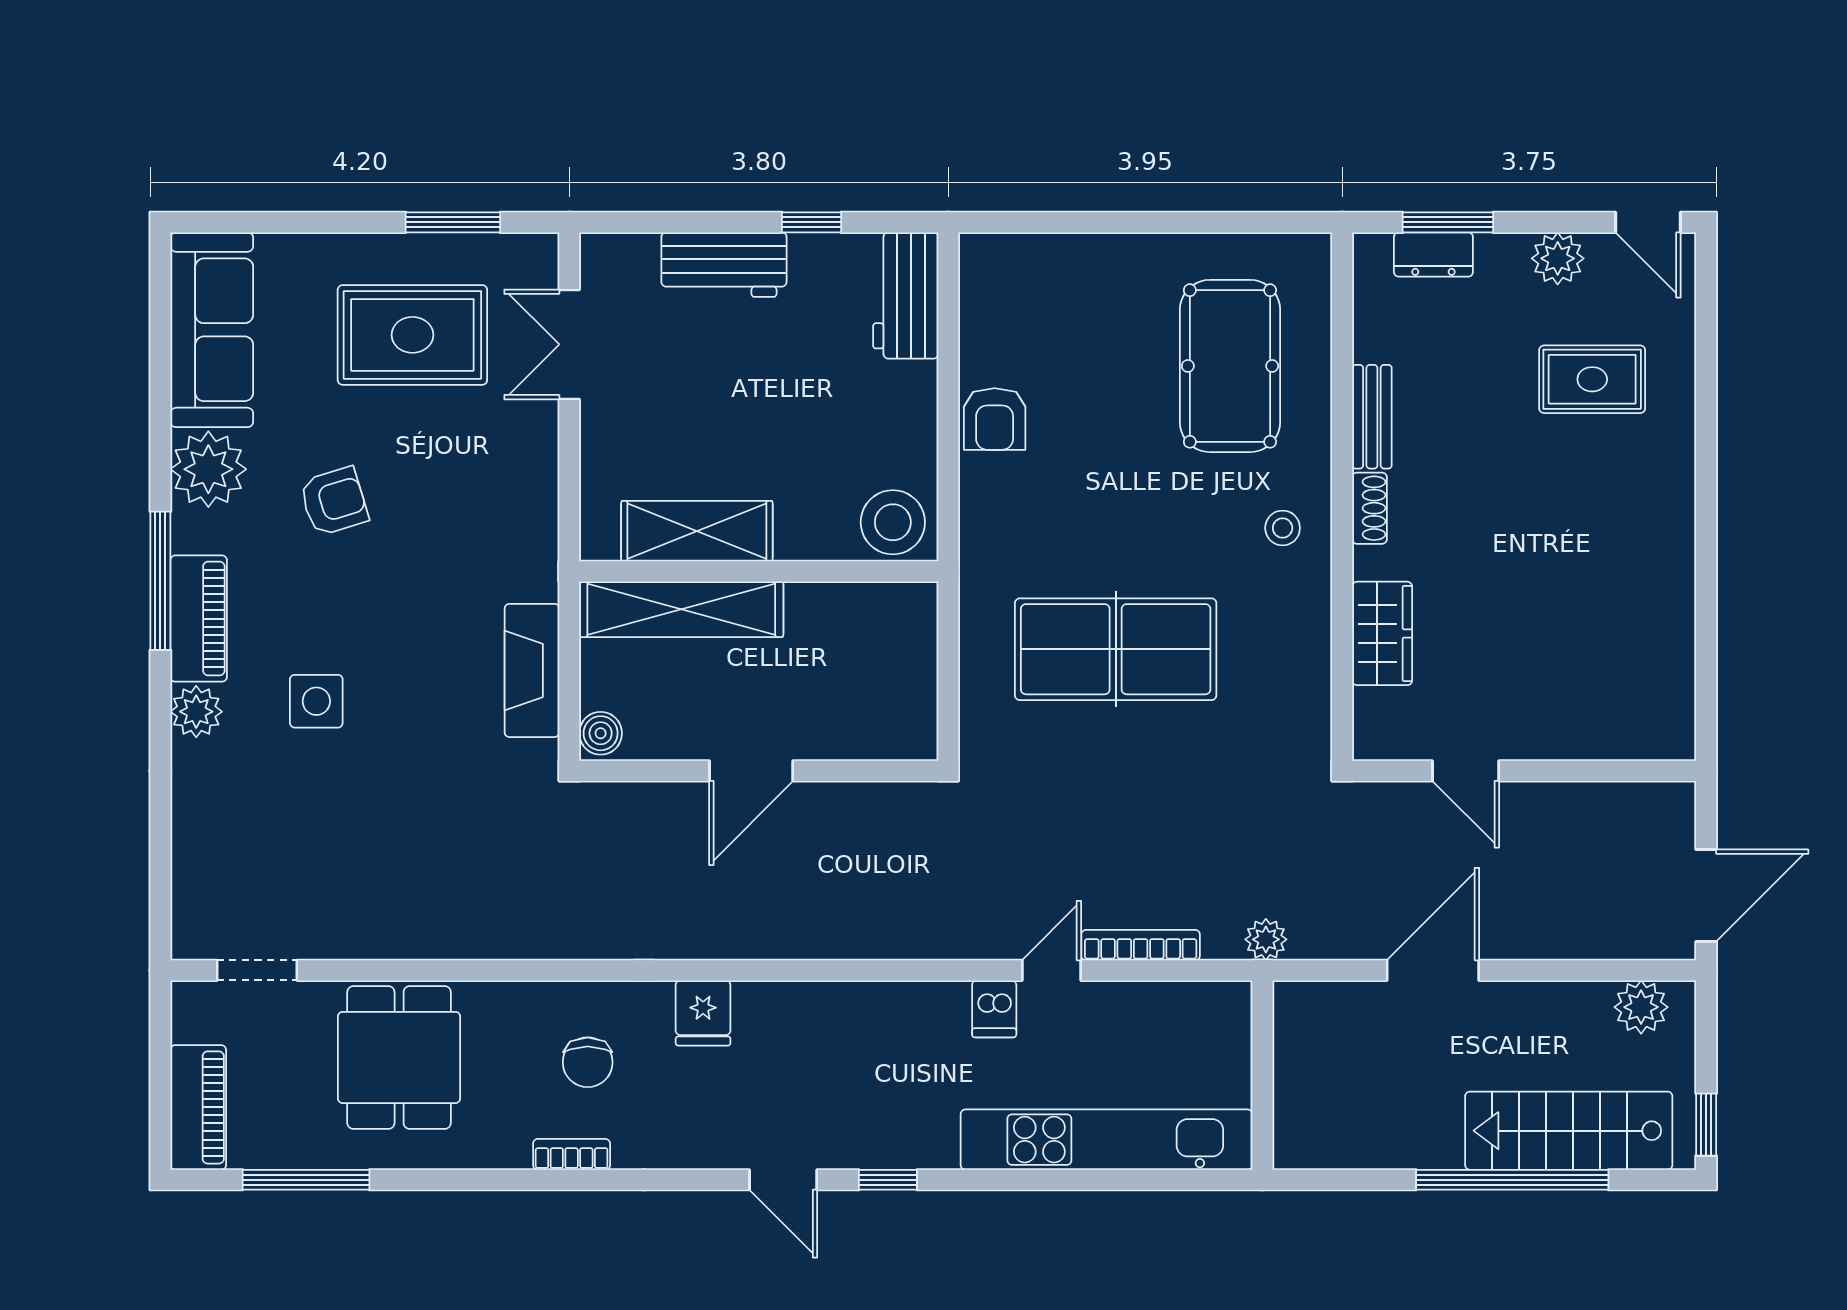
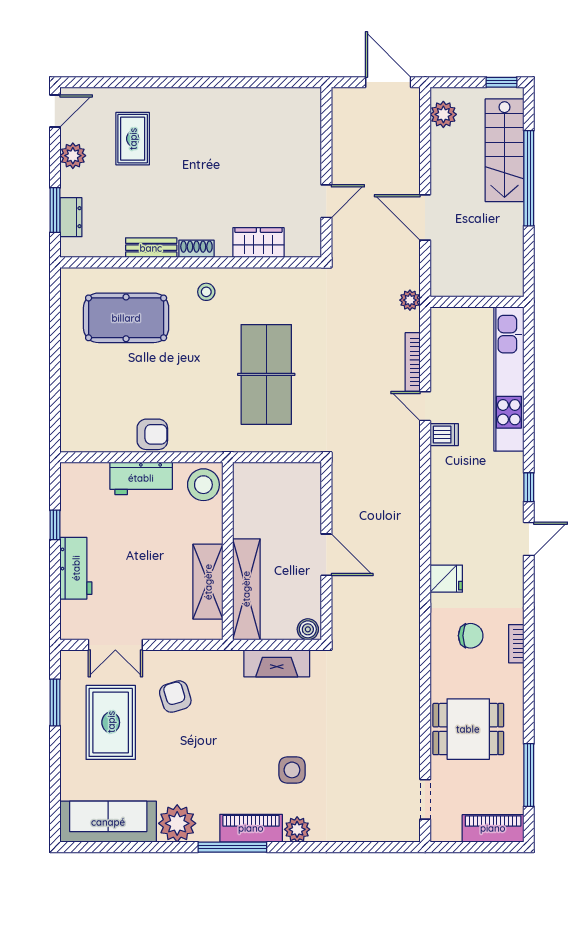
workbench: (906, 295) -> (141, 478), moved
armchair: (334, 501) -> (175, 697), moved

